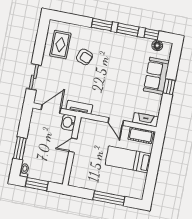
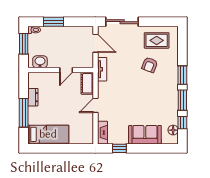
sliding door: (34, 77) -> (122, 22), width x1.37
window: (169, 87) -> (119, 148), moved
washbasin: (68, 122) -> (40, 62), moved
cot: (141, 135) -> (87, 83), moved
door: (73, 145) -> (66, 70), swing flipped
bed: (128, 159) -> (48, 134), moved, turned 90
dresser: (94, 185) -> (33, 97), added

